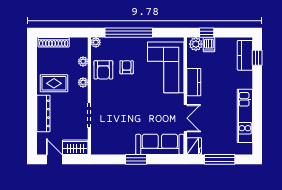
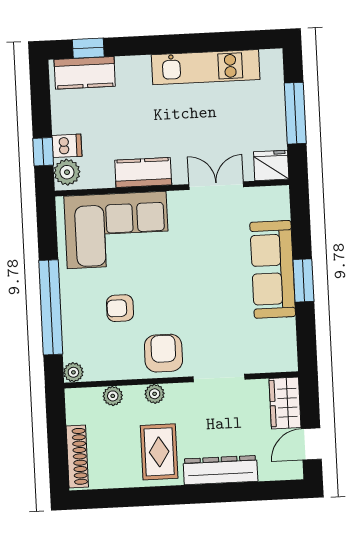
armchair: (103, 70) -> (163, 353), moved, turned -90
sofa: (160, 144) -> (273, 269), moved

